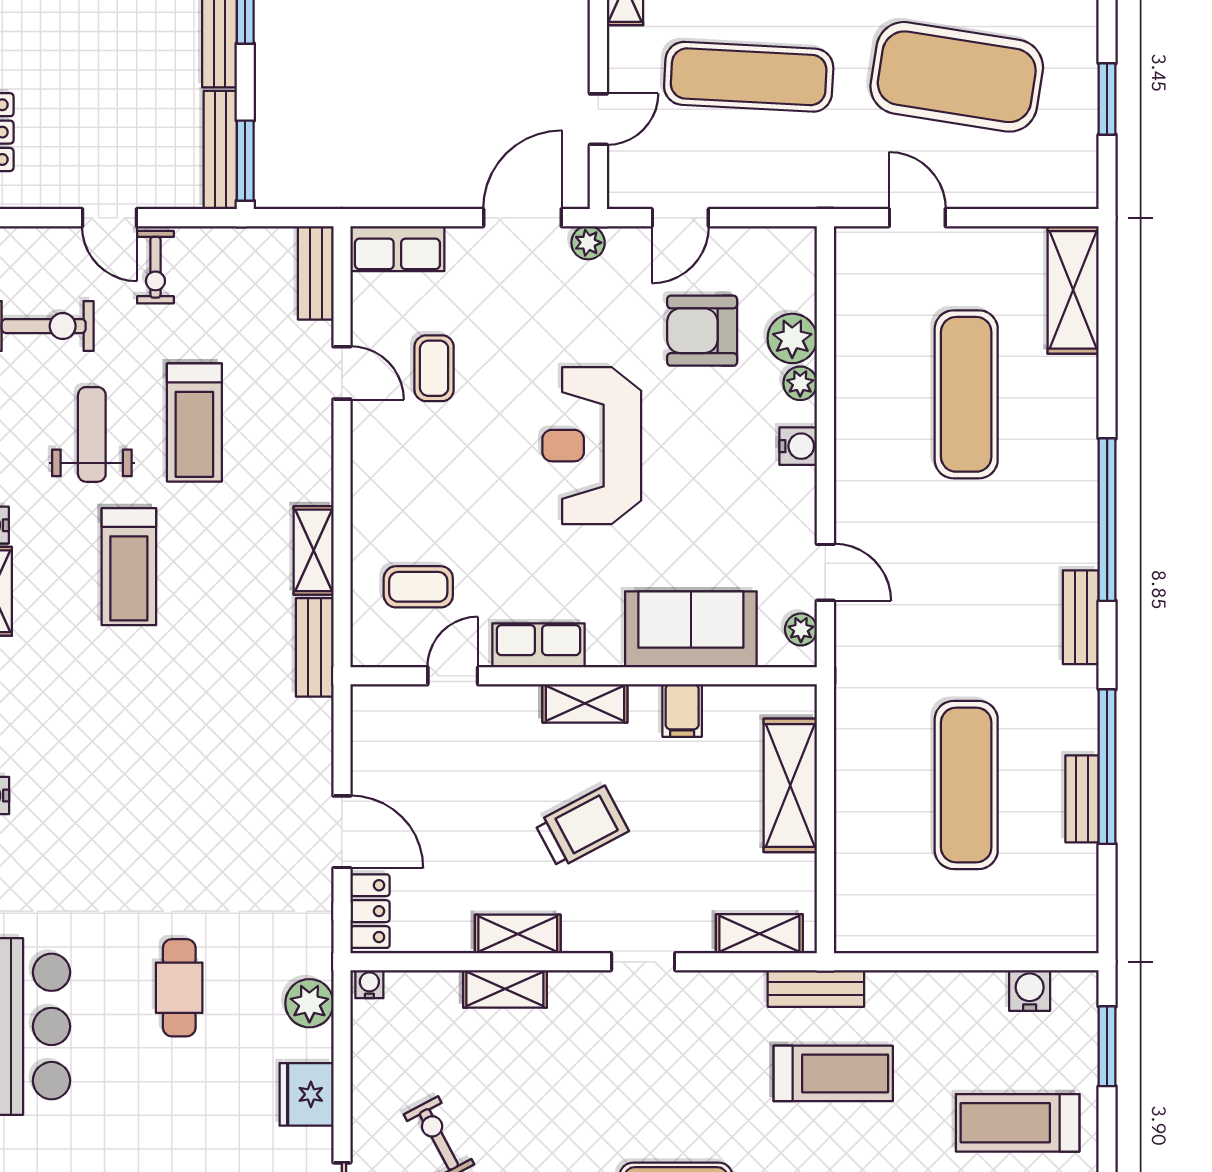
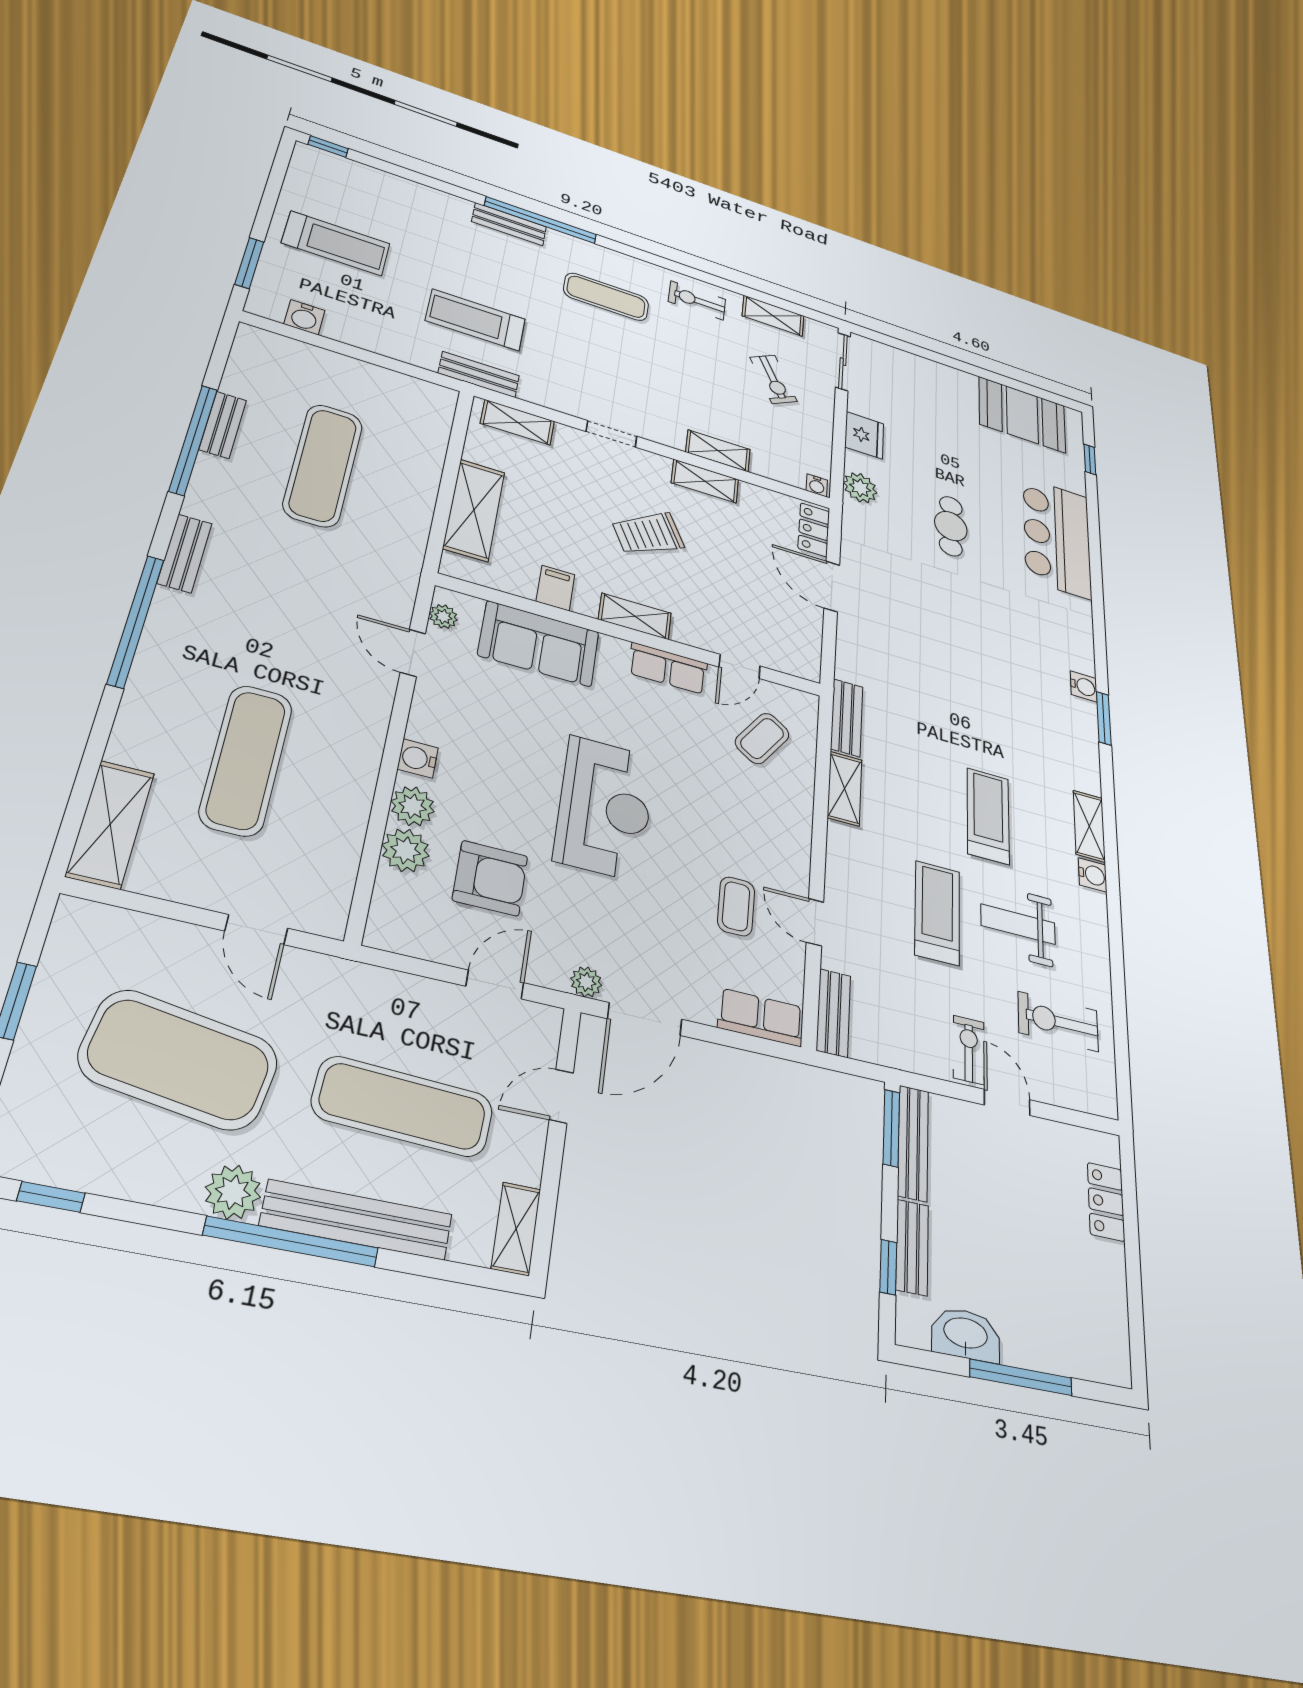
plant: (800, 383) -> (413, 806), width x1.38, depth x1.38
weight bench: (92, 434) -> (1018, 924), turned 90
coffee table: (418, 587) -> (762, 738), turned -55

